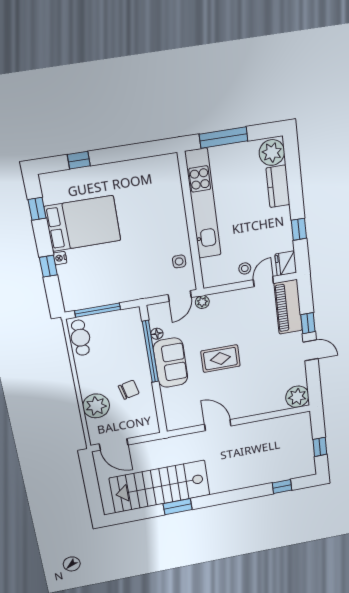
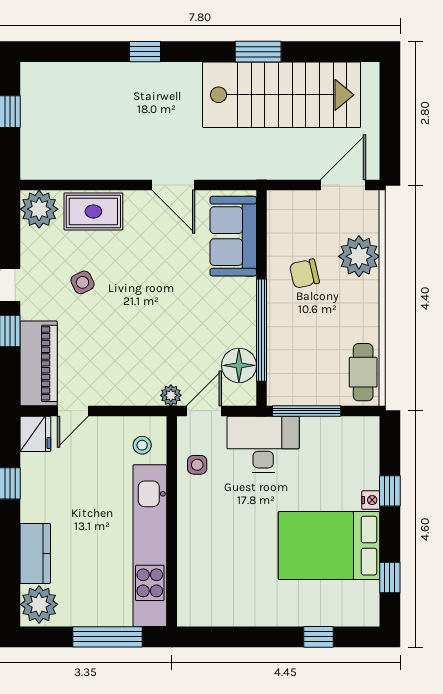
stool: (245, 268) -> (142, 445), moved
desk: (138, 282) -> (263, 444), added
window: (98, 310) -> (307, 411), moved
floor lamp: (157, 334) -> (239, 365), width x1.89, depth x1.89
rug: (220, 359) -> (93, 211), moved
side table: (266, 360) -> (83, 282), added
sofa: (171, 363) -> (233, 236), moved
door: (114, 444) -> (343, 185), hinge flipped
window: (282, 486) -> (145, 52), moved

